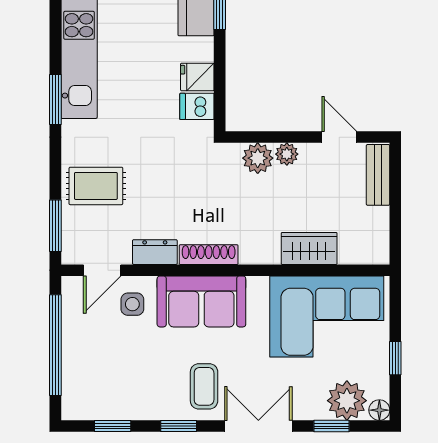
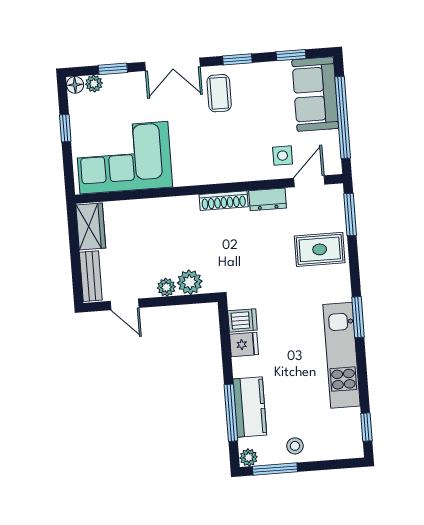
wardrobe: (309, 248) -> (91, 227), moved, turned -90
sofa: (201, 301) -> (315, 94), moved, turned -90
plant: (347, 401) -> (94, 84), width x0.53, depth x0.53

